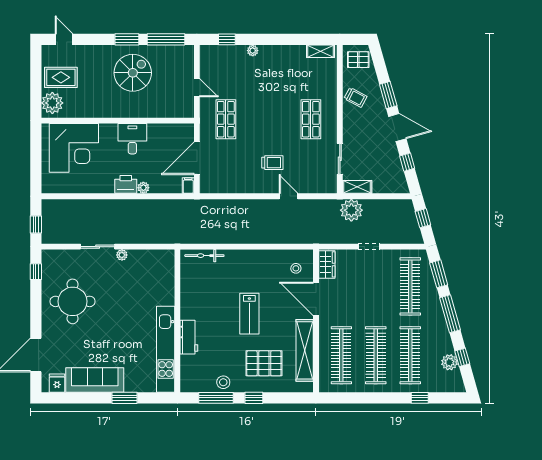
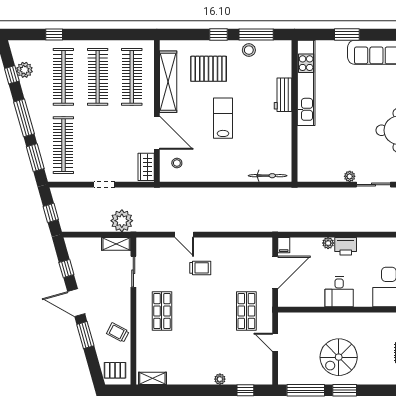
trolley: (272, 163) -> (200, 268), turned 180

